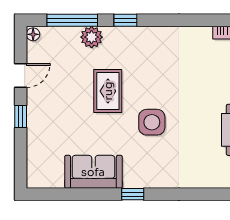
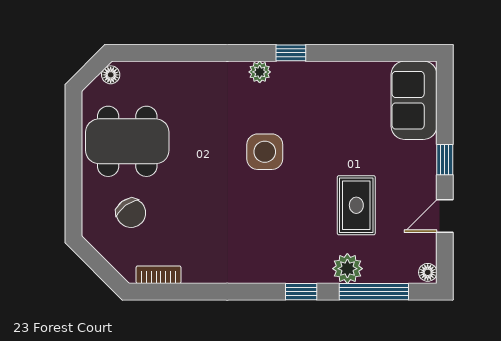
rug: (108, 91) -> (356, 205), moved
sofa: (93, 172) -> (414, 100), moved, turned 90
plant: (155, 180) -> (260, 72), added

